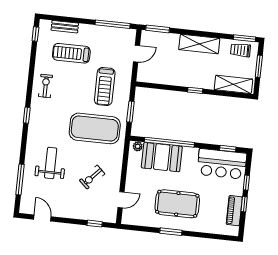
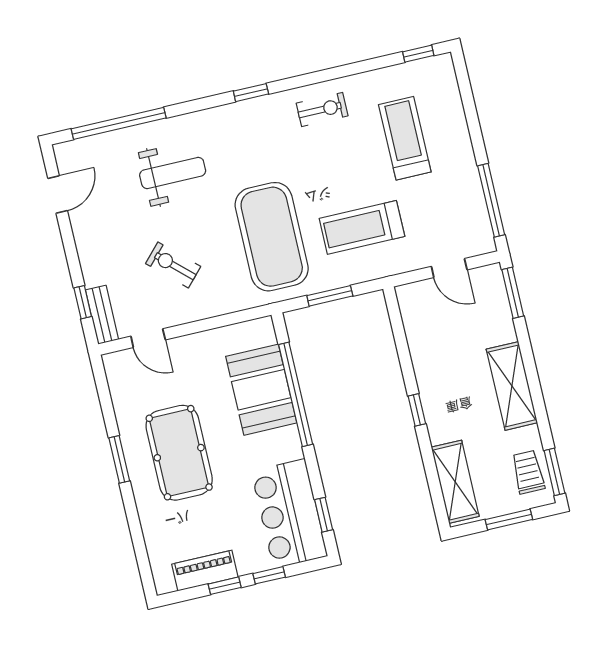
bench: (65, 27) -> (102, 315), moved
plant: (138, 146) -> (266, 334), removed
window: (20, 179) -> (119, 123), width x1.46

